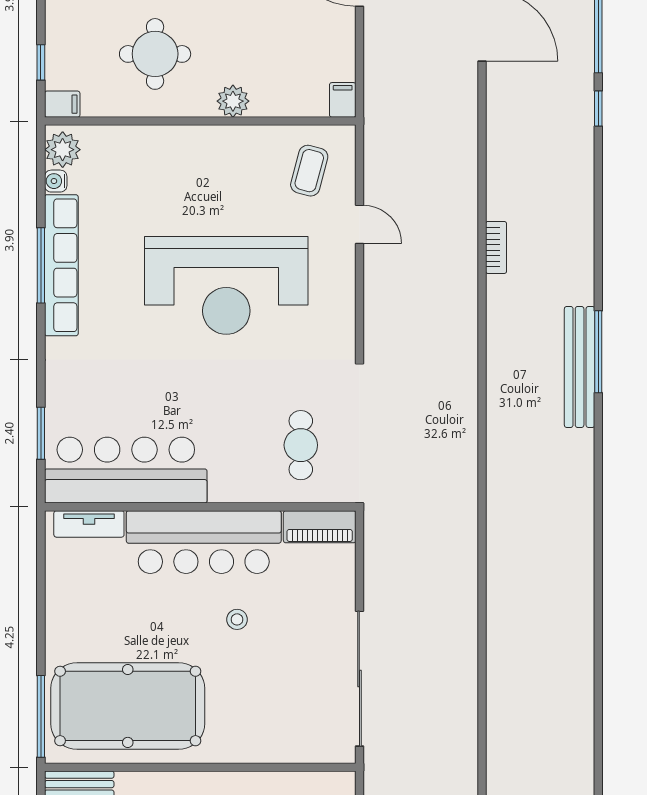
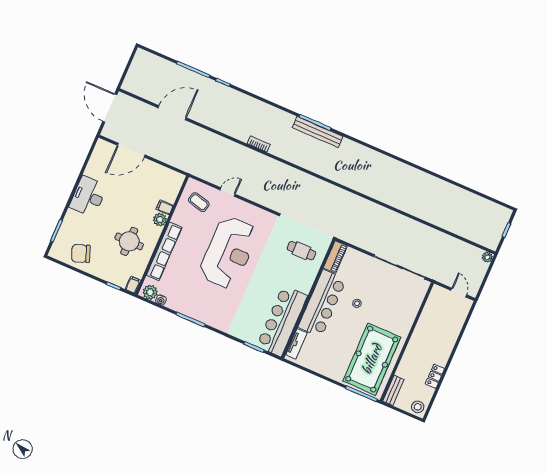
filing cabinet: (343, 100) -> (165, 207), moved
row of seats: (61, 265) -> (164, 251), moved, turned 90

